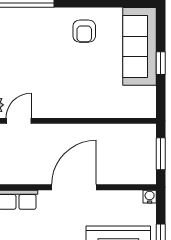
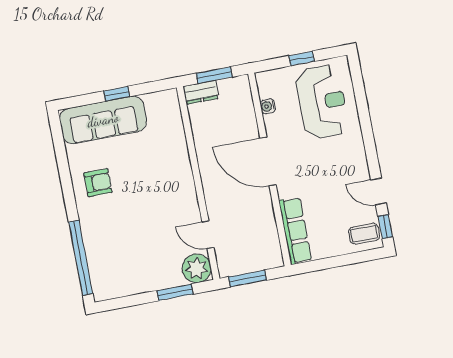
dresser: (148, 139) -> (201, 92), added
water cooler: (150, 197) -> (268, 106), moved

